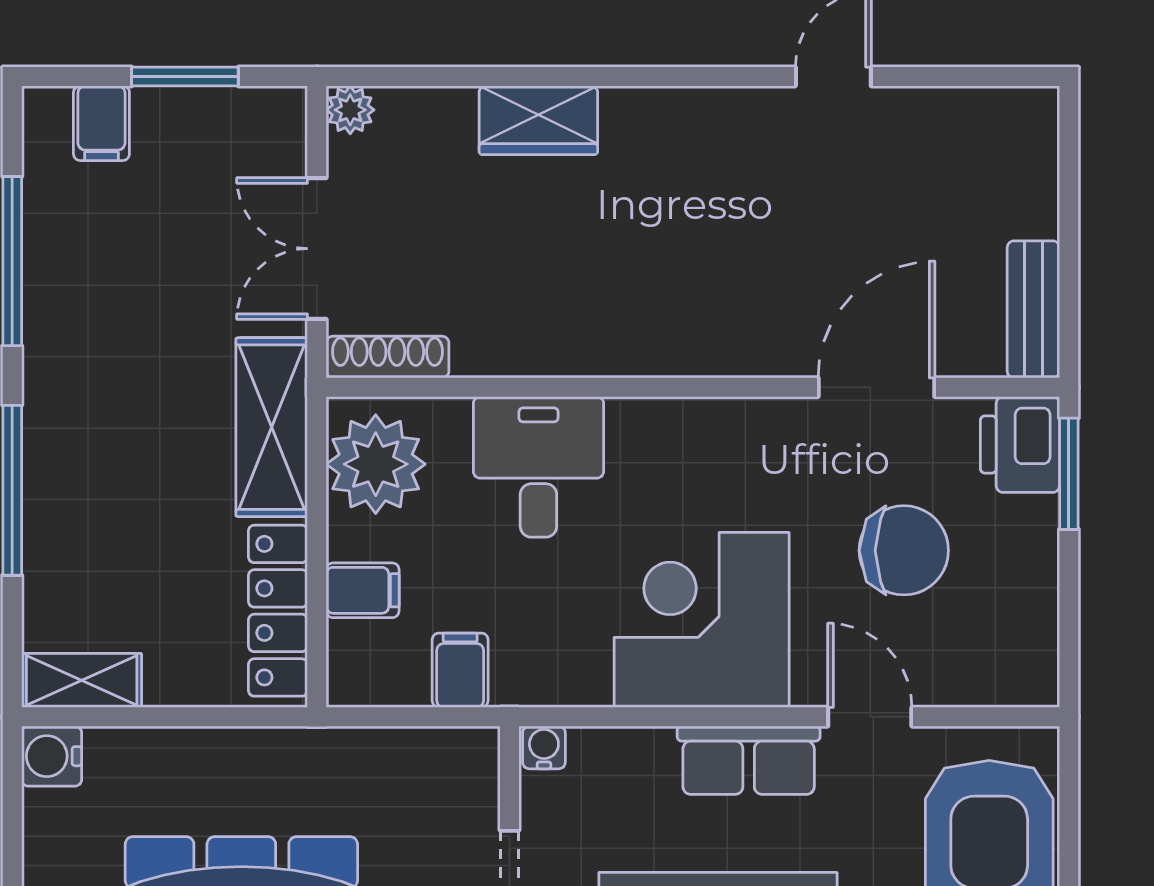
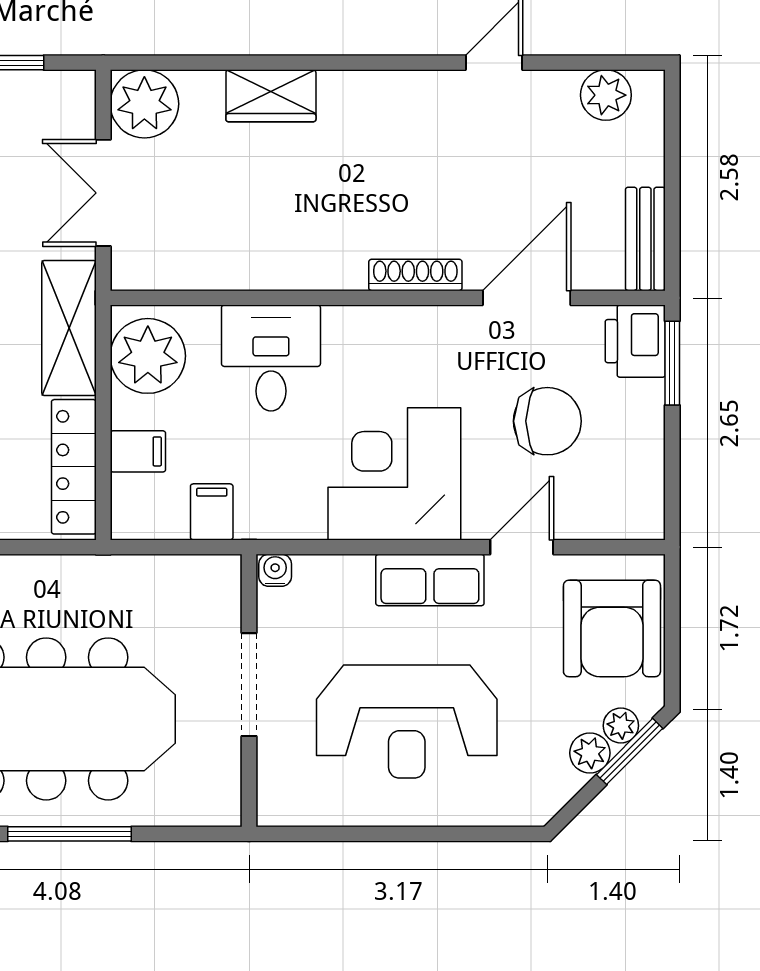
plant: (350, 110) -> (144, 104), width x1.88, depth x1.88
plant: (981, 119) -> (606, 95), added
shoe rack: (387, 357) -> (415, 275), moved
door: (870, 717) -> (522, 547), hinge flipped

